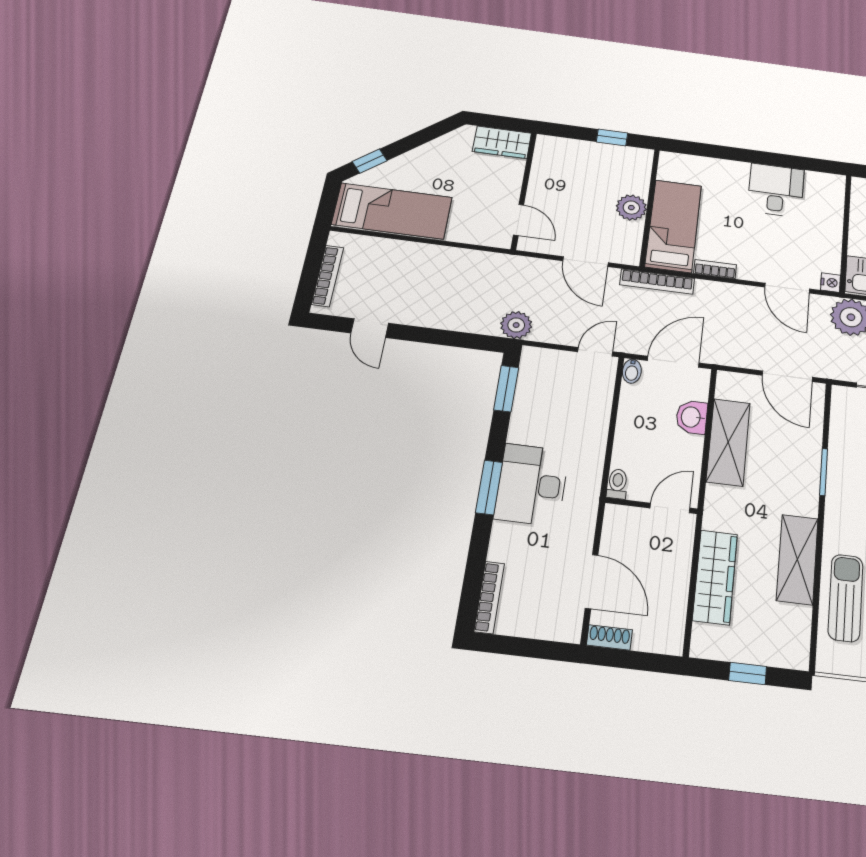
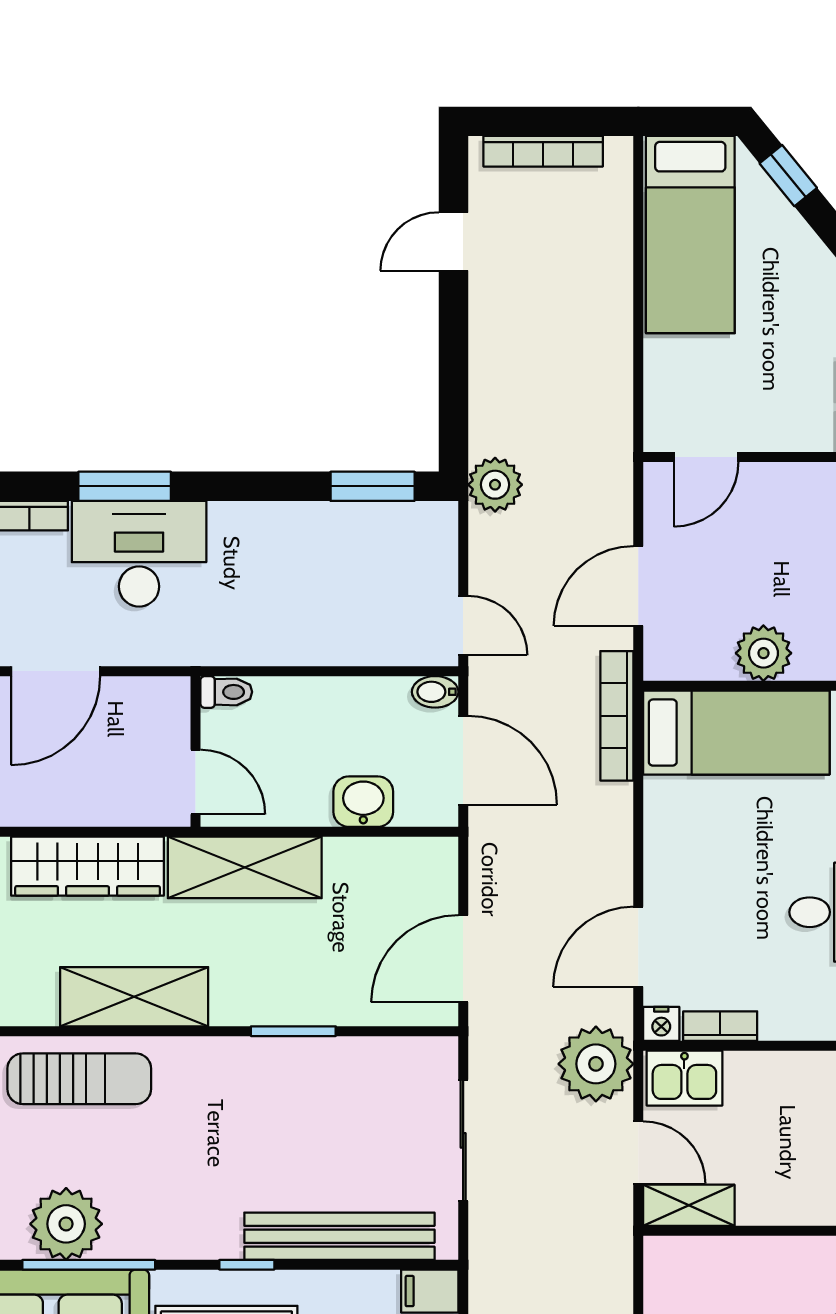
bookcase: (715, 269) -> (720, 1026), moved, turned -90
shelving: (728, 442) -> (245, 867), moved
desk: (532, 485) -> (139, 554), moved
window: (489, 487) -> (125, 486), moved

